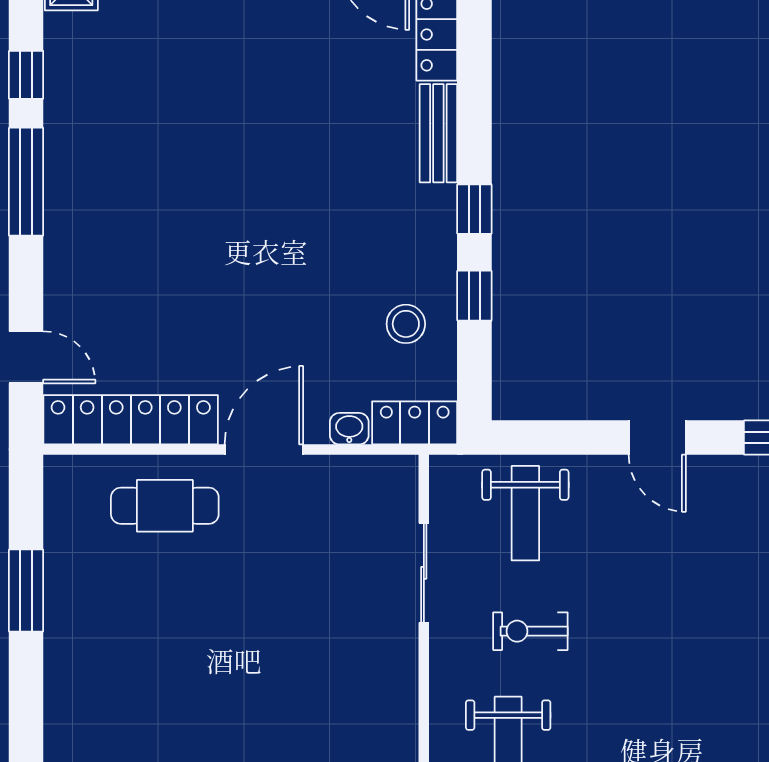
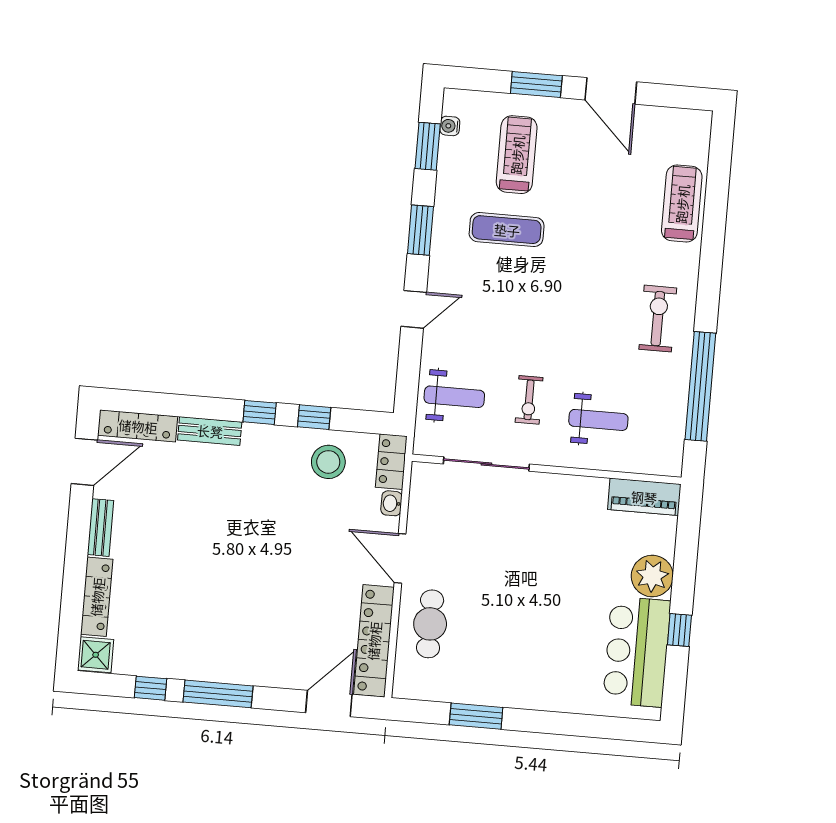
stool: (406, 324) -> (328, 462), width x1.38, depth x1.38
door: (26, 357) -> (329, 703), width x1.38
sliding door: (424, 573) -> (486, 464), width x1.37

